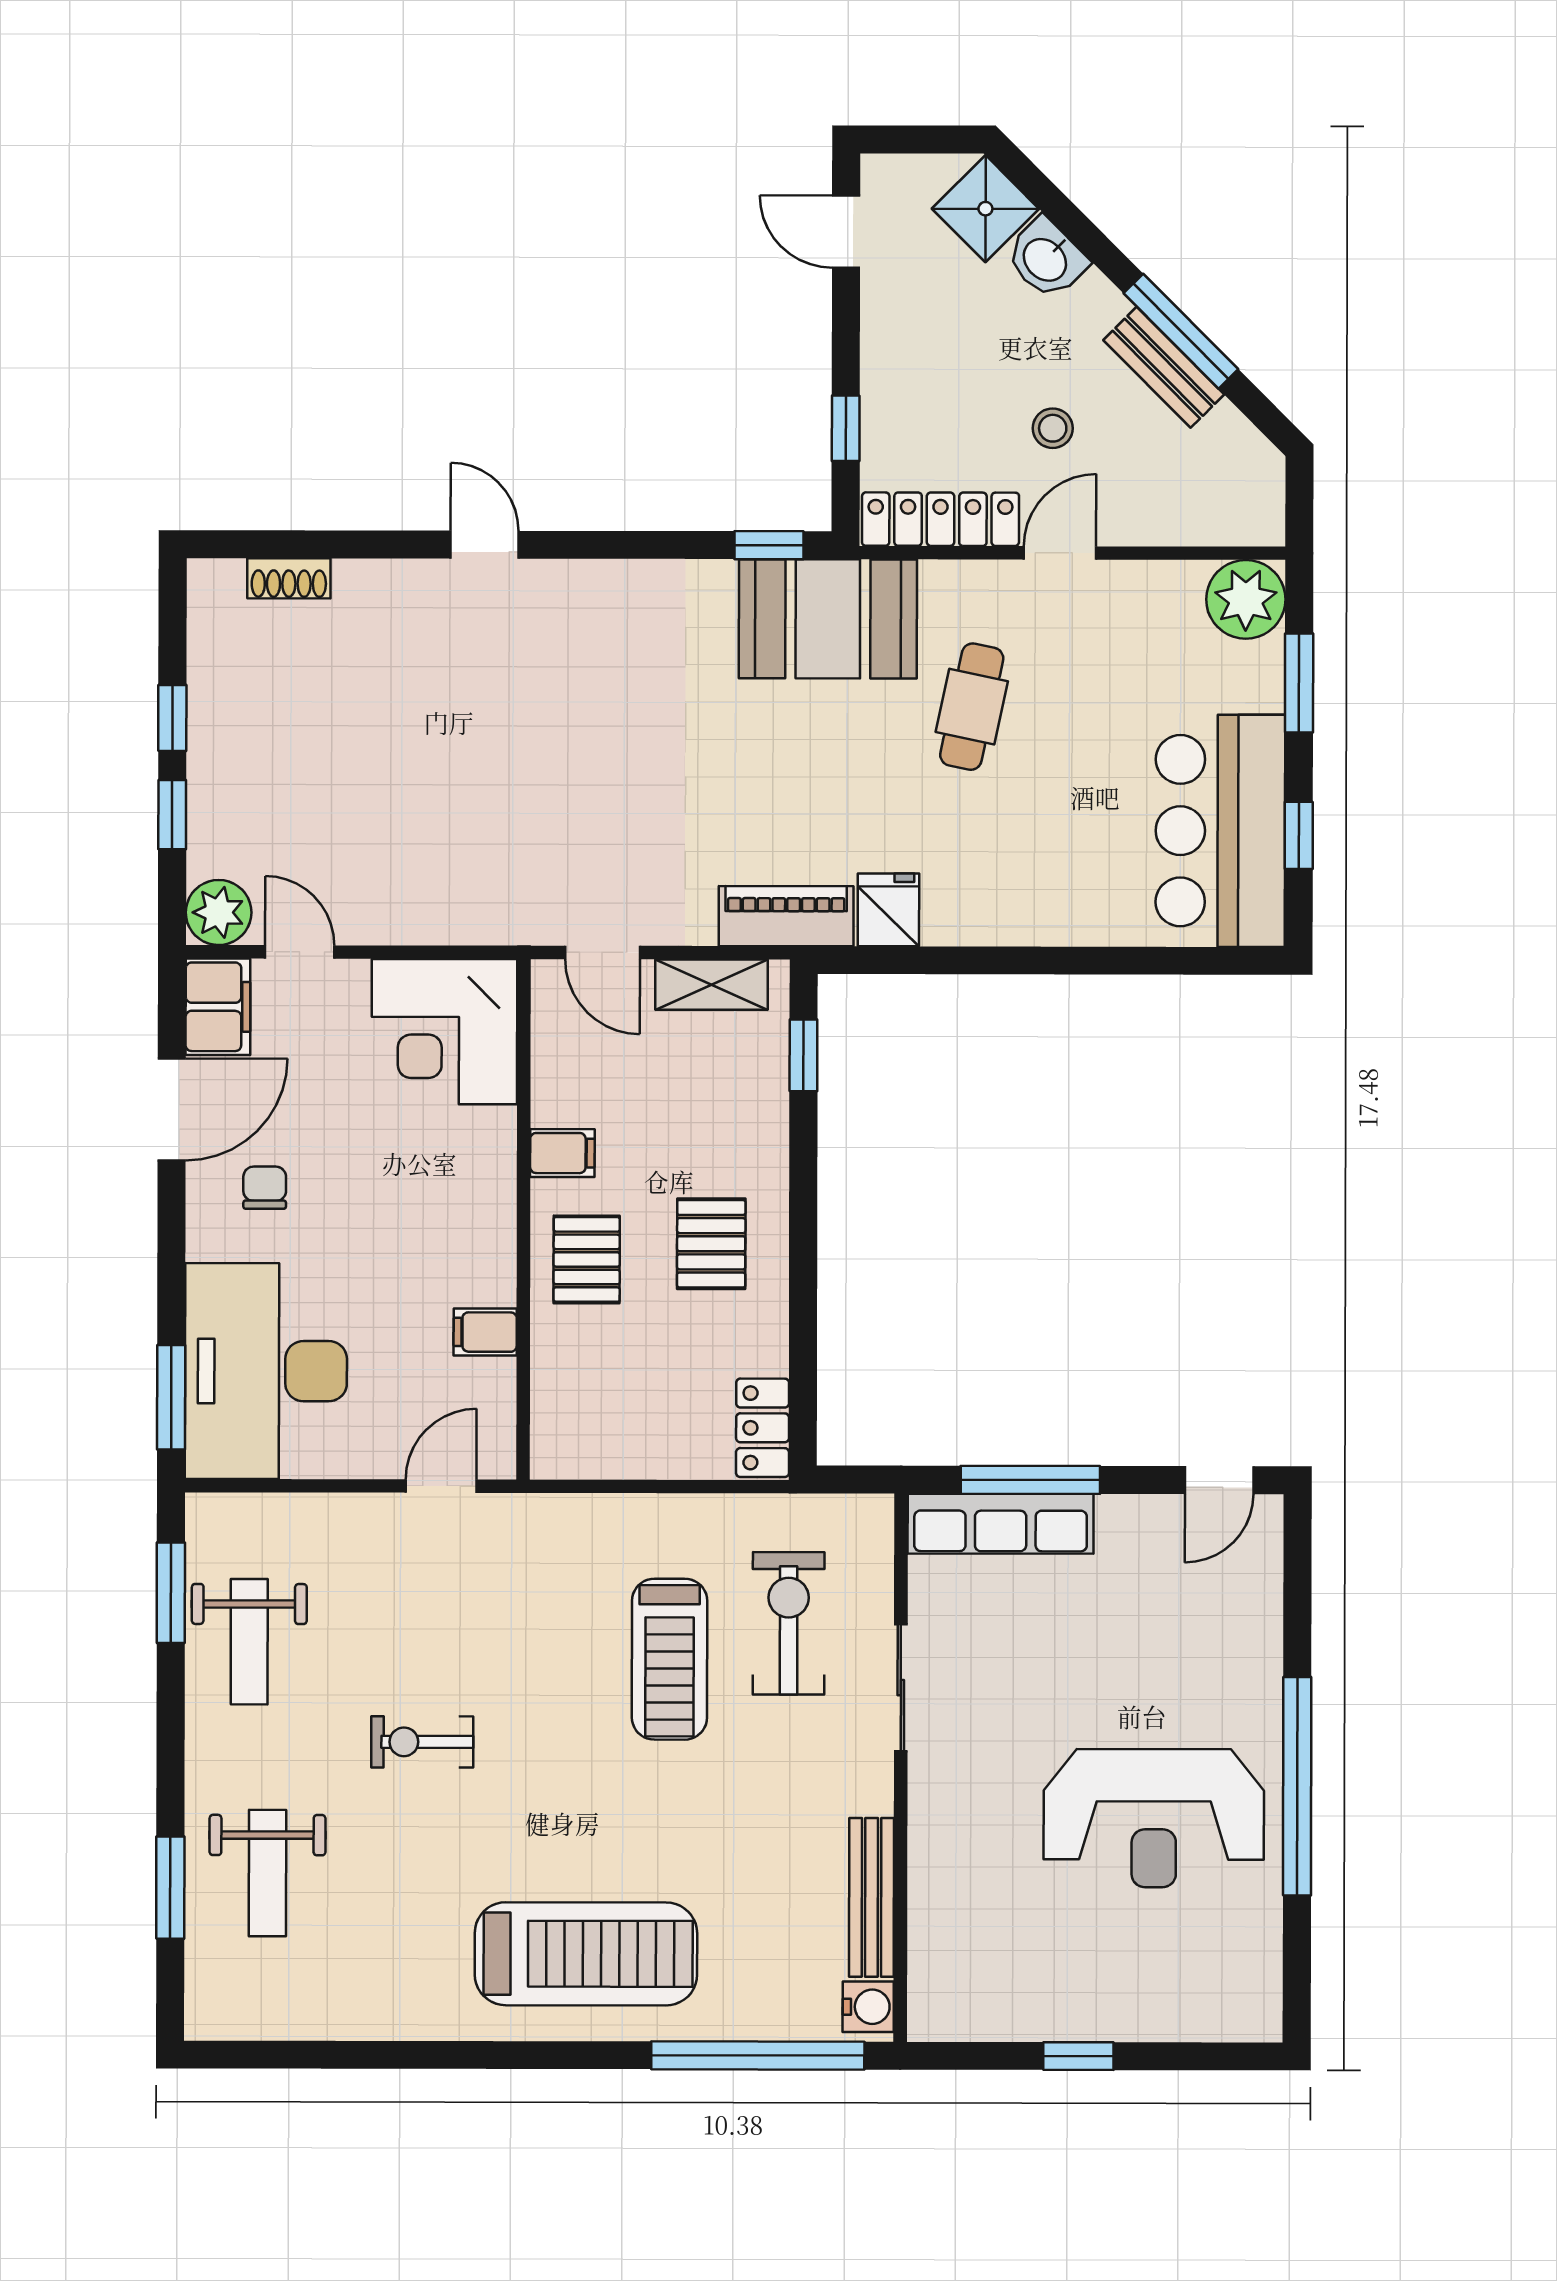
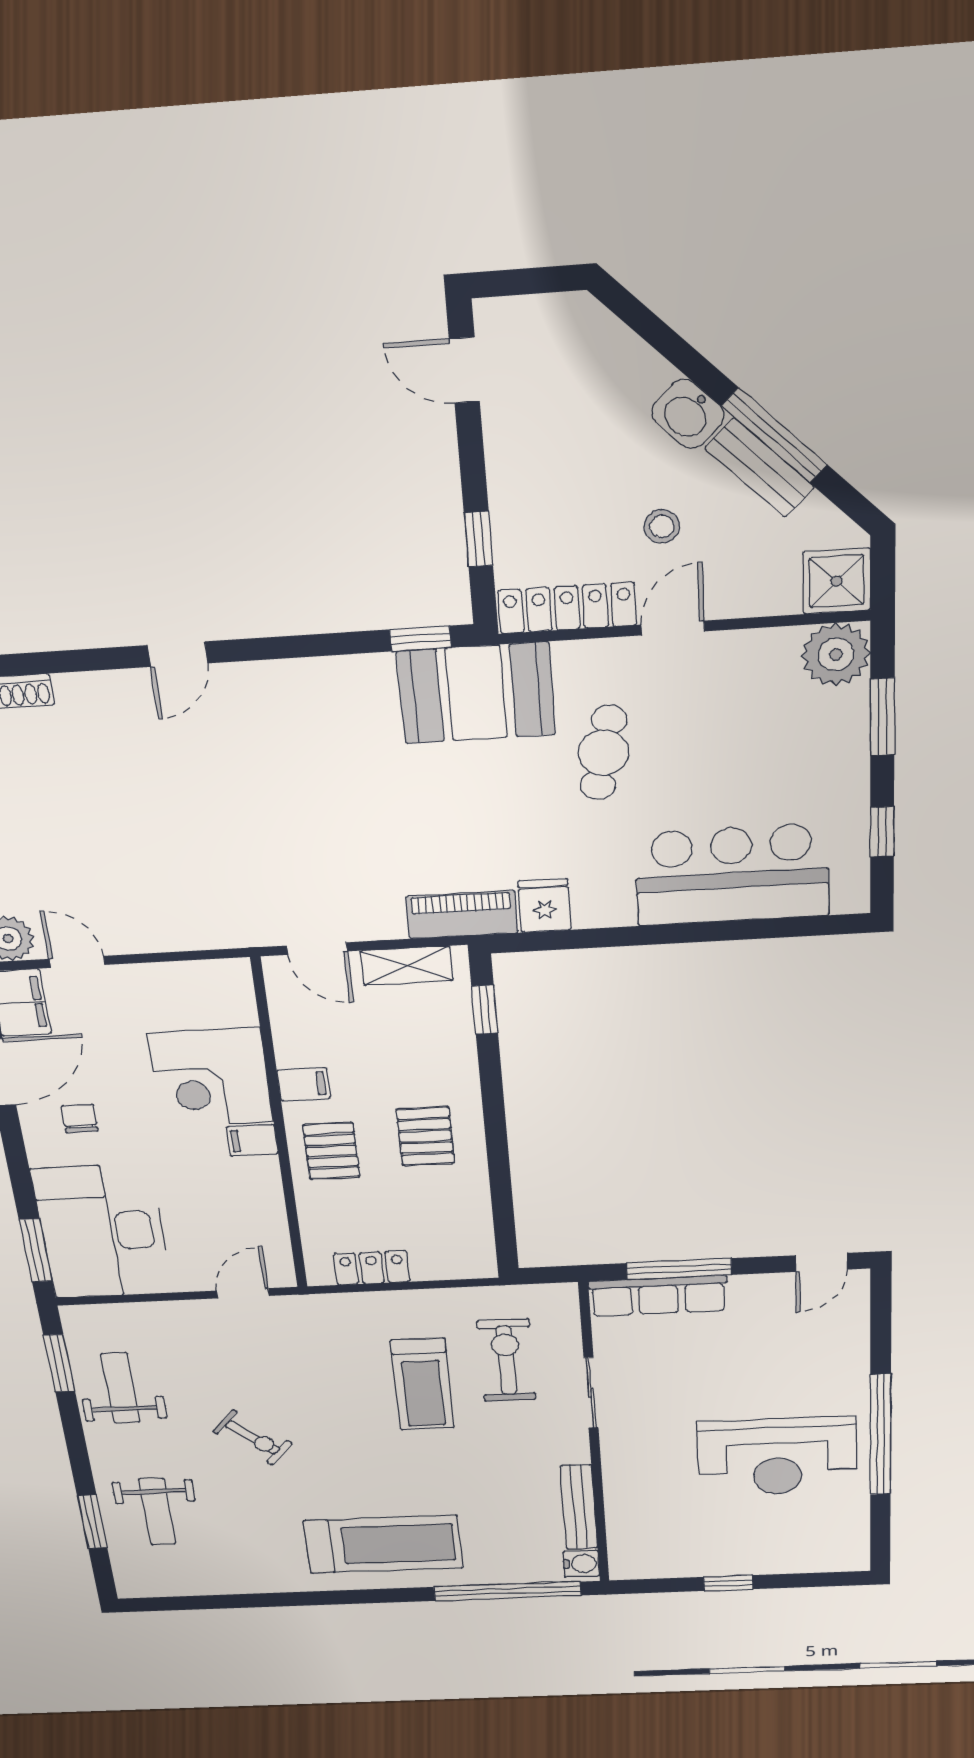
shower: (985, 209) -> (837, 581), moved, turned 45
washbasin: (1046, 259) -> (688, 414), moved
door: (485, 545) -> (178, 654), swing flipped
bar counter: (1220, 831) -> (732, 875), moved, turned 90
corner desk: (444, 1032) -> (211, 1078), moved
filing cabinet: (485, 1332) -> (252, 1140), moved
locker: (763, 1428) -> (372, 1268), moved, turned 90
weight bench: (249, 1642) -> (121, 1388), turned 180
exercise bike: (422, 1742) -> (253, 1437), turned -139

